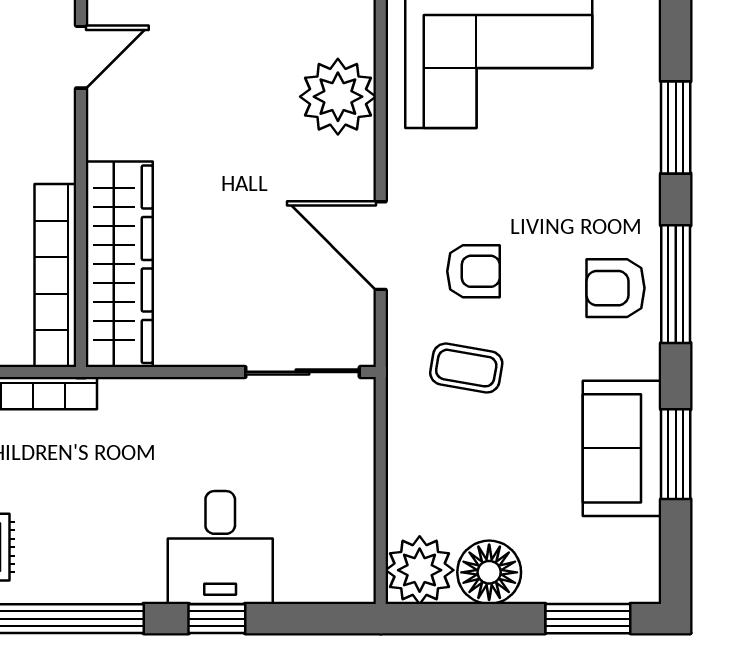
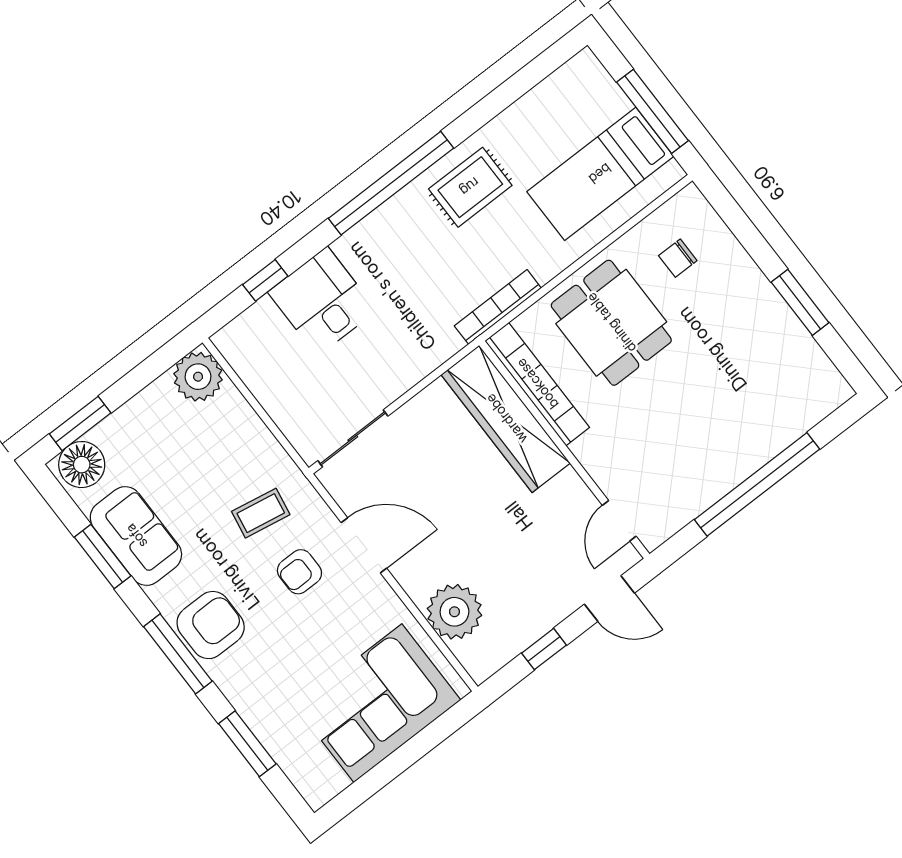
armchair: (616, 288) -> (211, 625), width x1.38, depth x1.38
floor lamp: (489, 572) -> (82, 465), moved
window: (217, 619) -> (265, 280), moved

